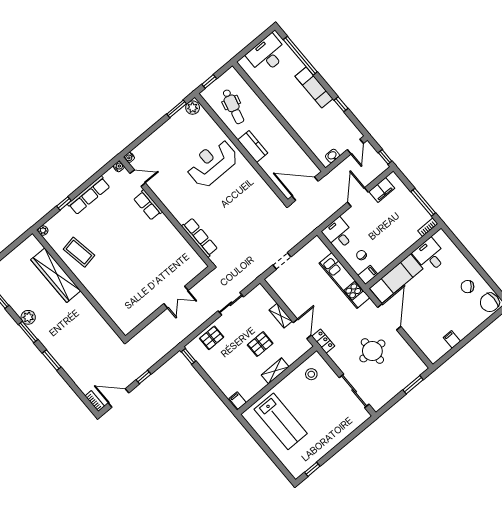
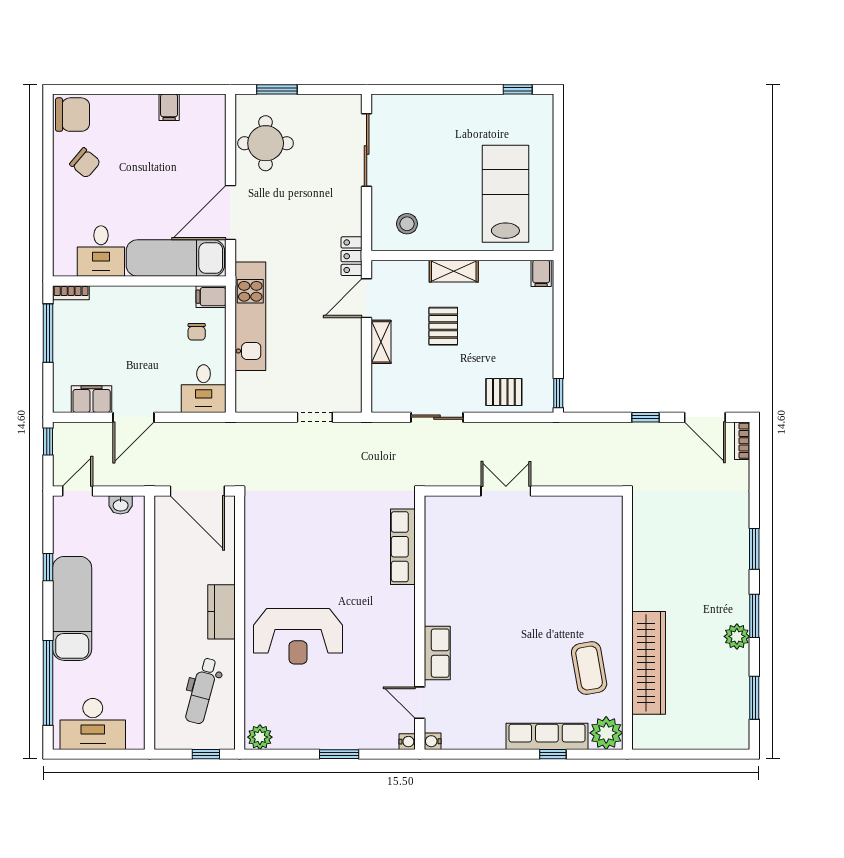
exam couch: (314, 88) -> (72, 608), width x1.36, depth x1.45
dental chair: (233, 107) -> (202, 691), turned 180
window: (177, 109) -> (339, 754), moved
row of seats: (89, 195) -> (547, 736), moved
plant: (43, 230) -> (606, 733), width x1.87, depth x1.87
pallet: (260, 344) -> (443, 326), turned 90
round table: (372, 351) -> (266, 143), moved

